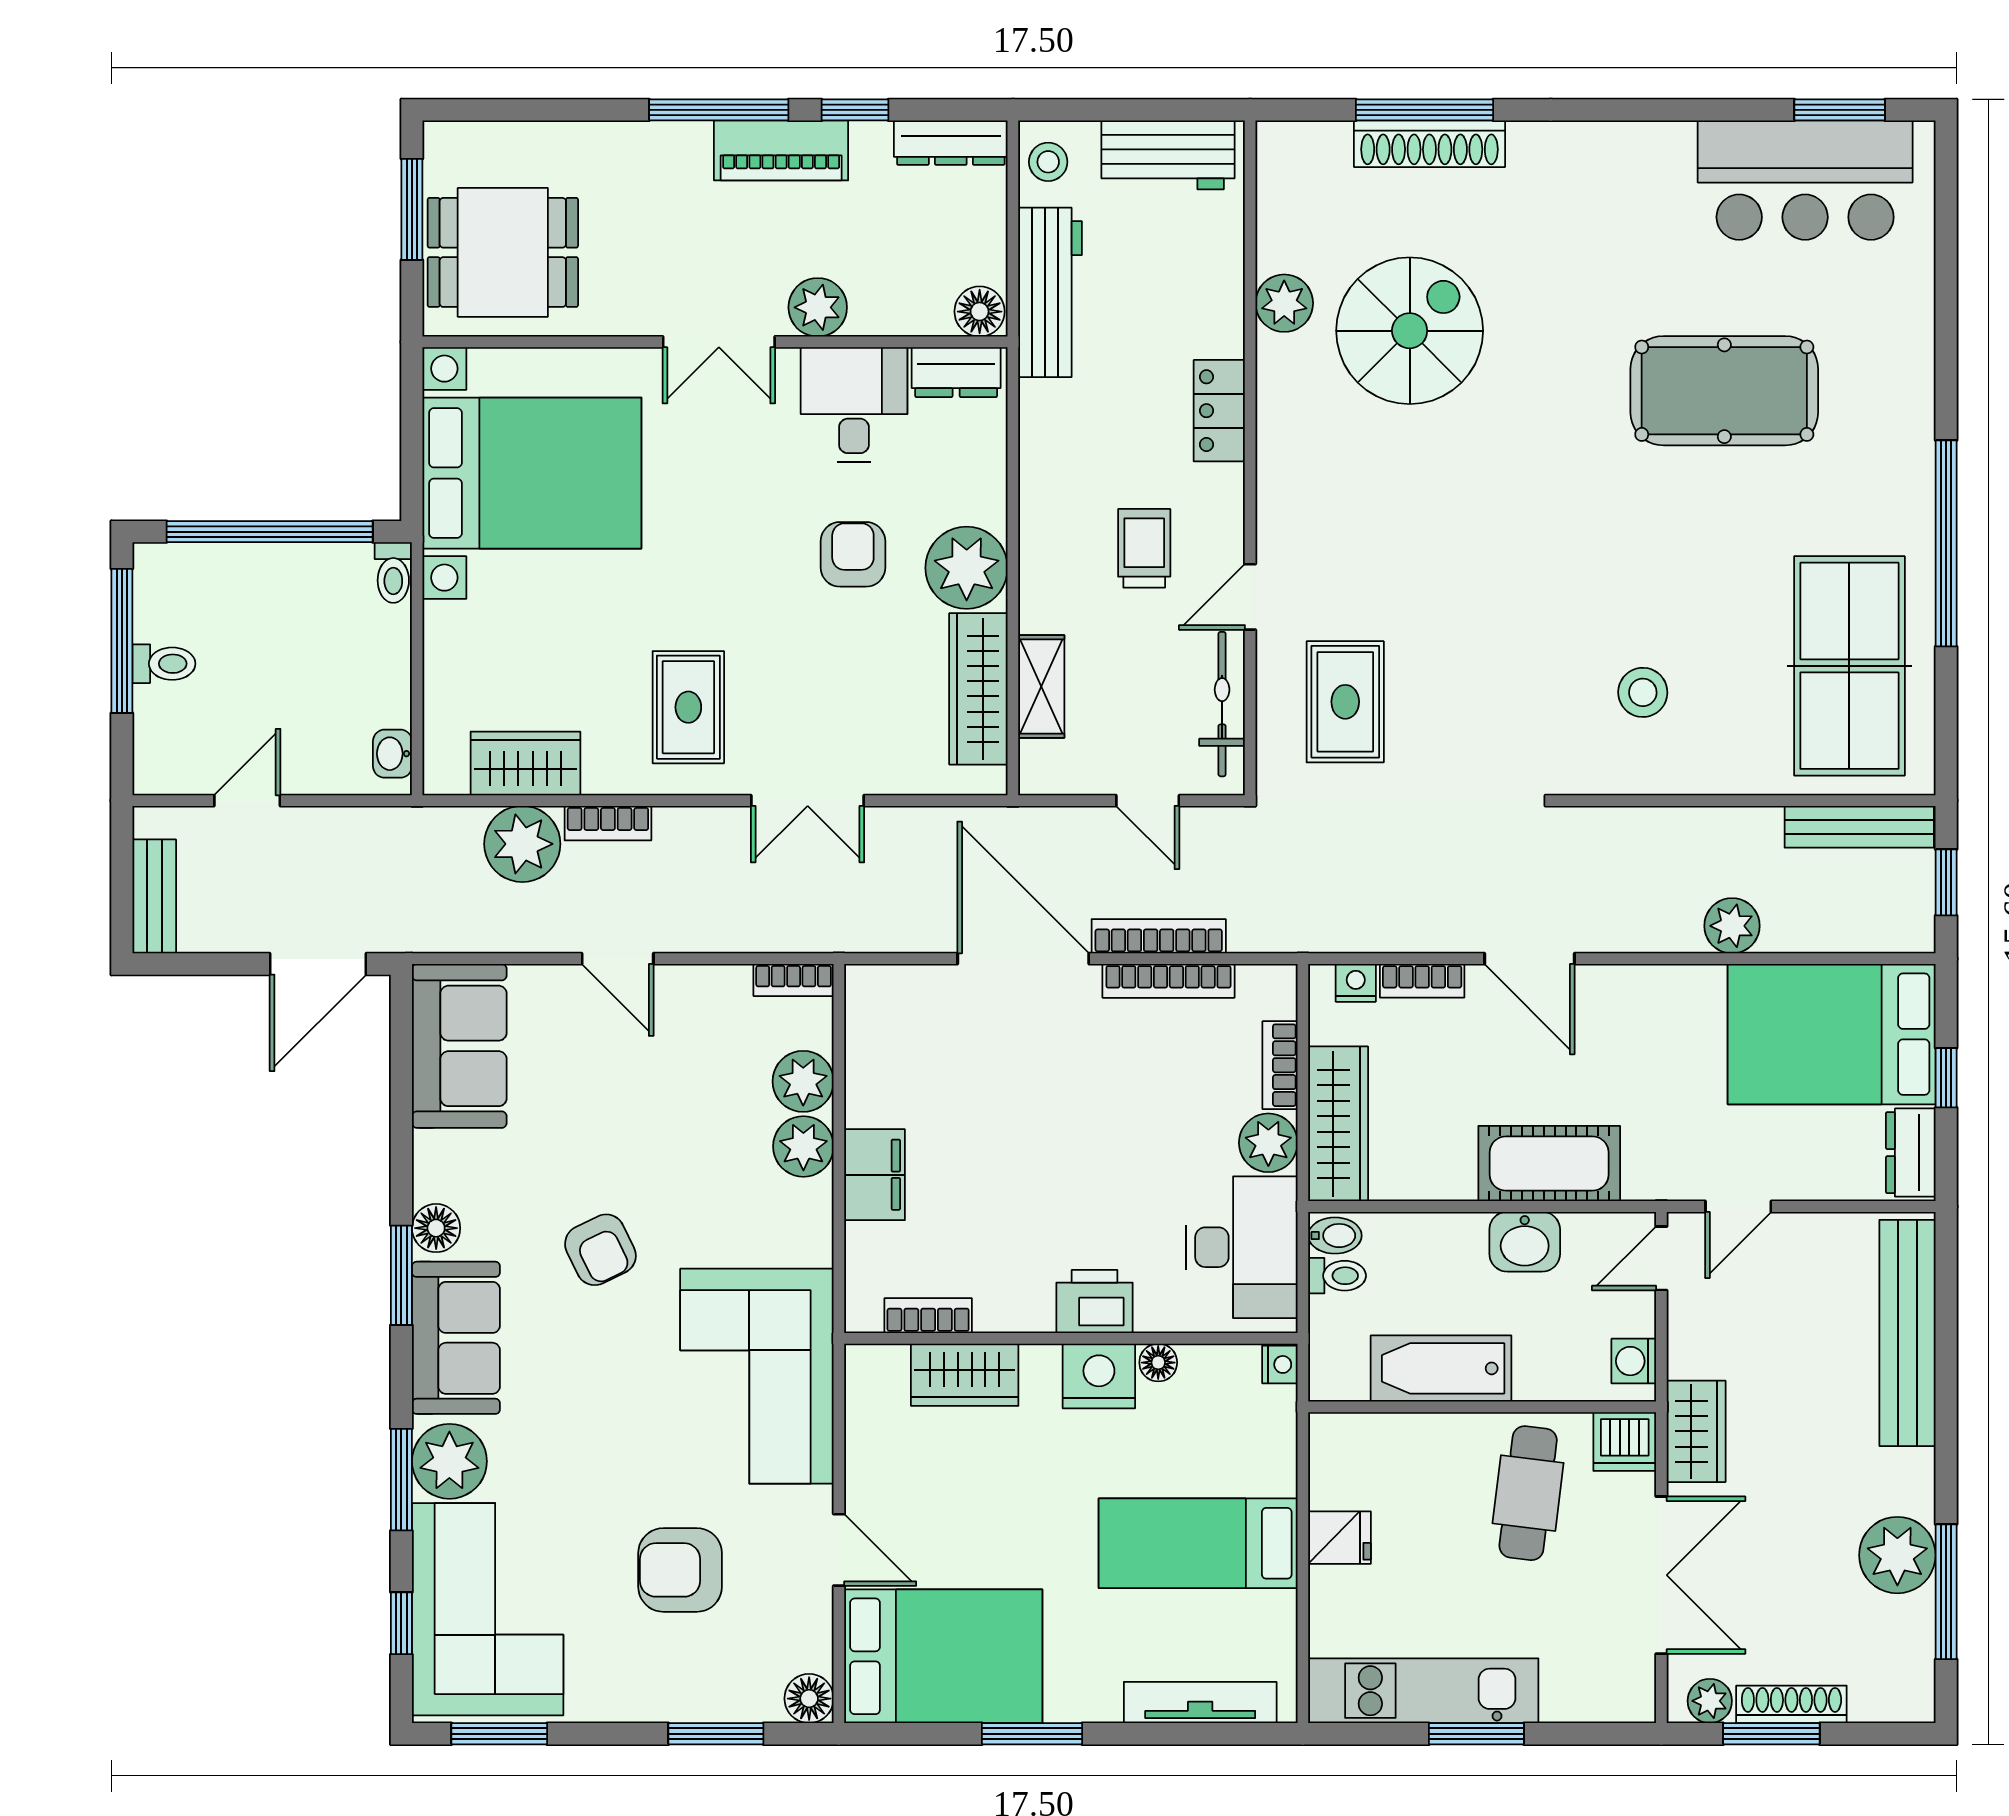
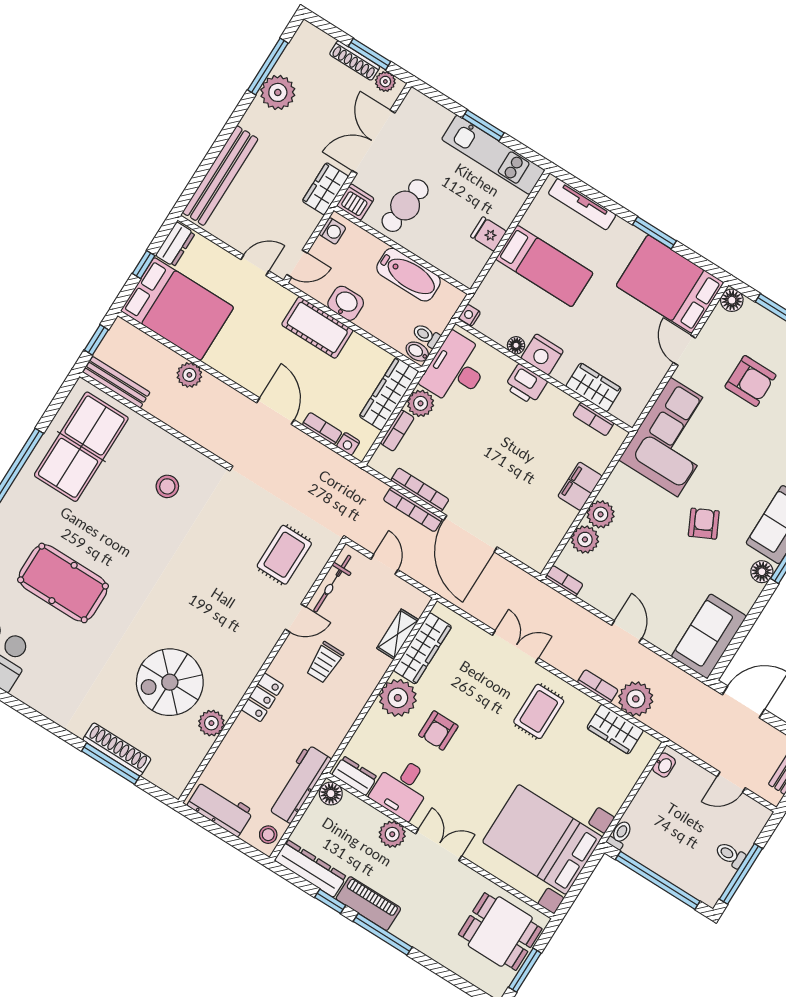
dresser: (951, 143) -> (310, 868), width x1.37, depth x1.24

